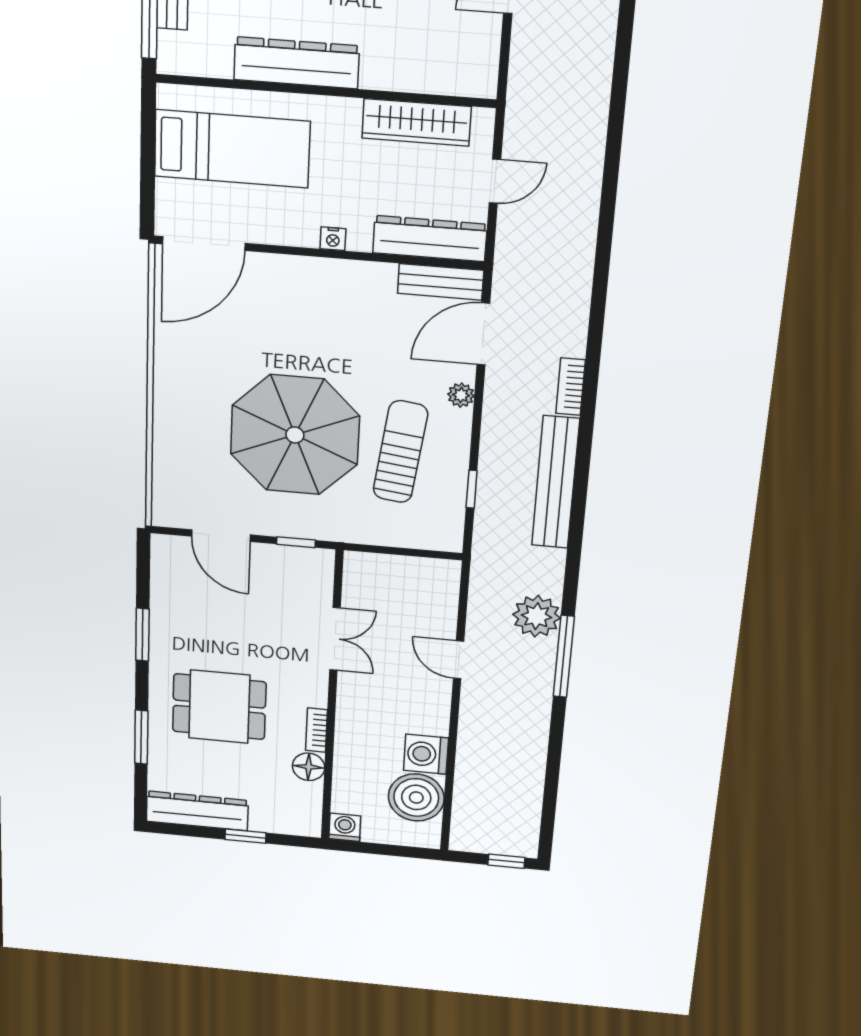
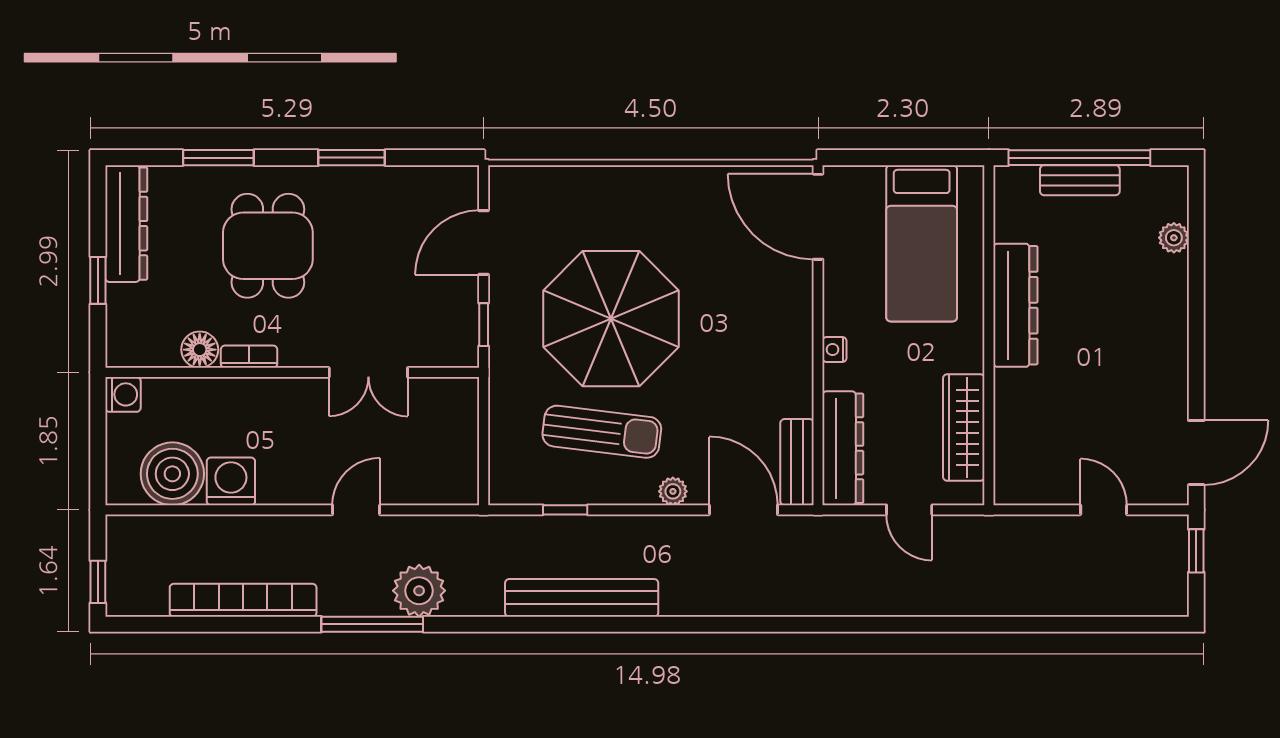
bookcase: (570, 387) -> (243, 600), moved, width x2.31, depth x1.31

